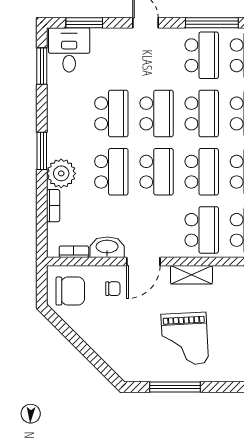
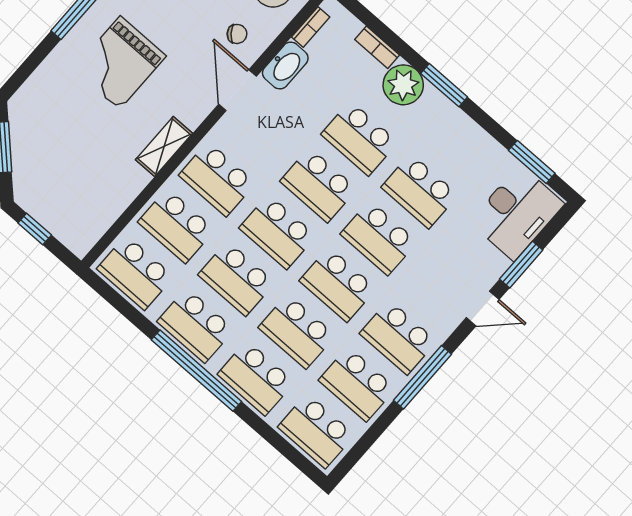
window: (84, 23) -> (521, 265), moved
desk: (69, 50) -> (517, 213), width x1.37
shelving: (191, 275) -> (164, 147), moved
chair: (113, 289) -> (237, 34), turned -128
grand piano: (185, 339) -> (120, 63), turned -87

